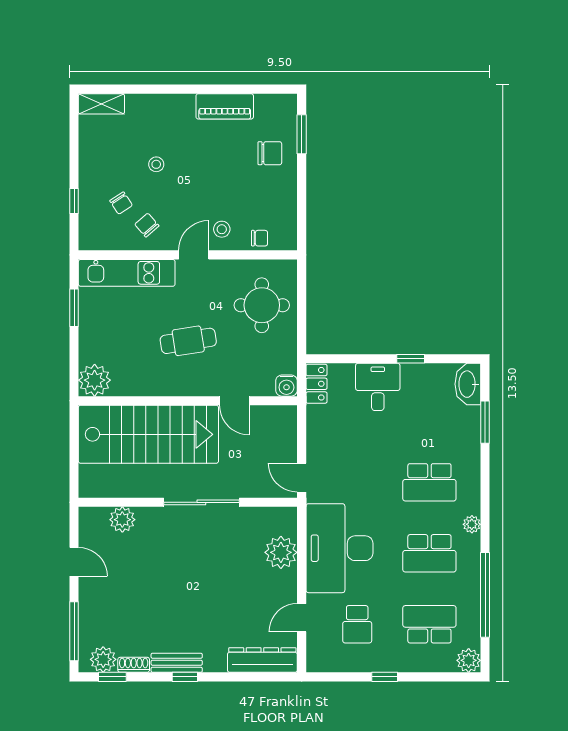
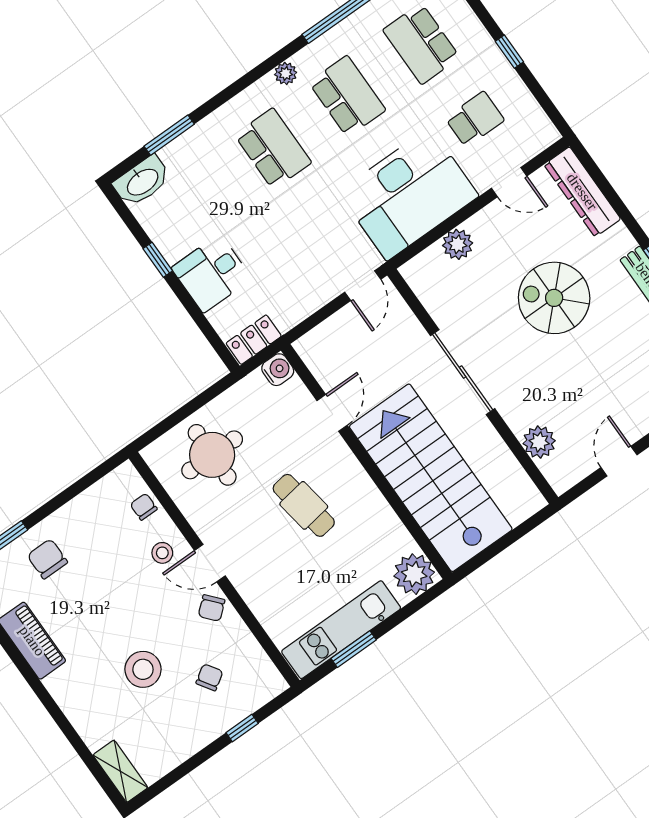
stool: (156, 164) -> (143, 669), width x1.89, depth x1.89
chair: (147, 225) -> (212, 608), moved
kitchen unit: (127, 273) -> (341, 630), moved, turned -90
plant: (281, 552) -> (458, 244), width x0.73, depth x0.73
spiral stairs: (207, 594) -> (554, 298), added

